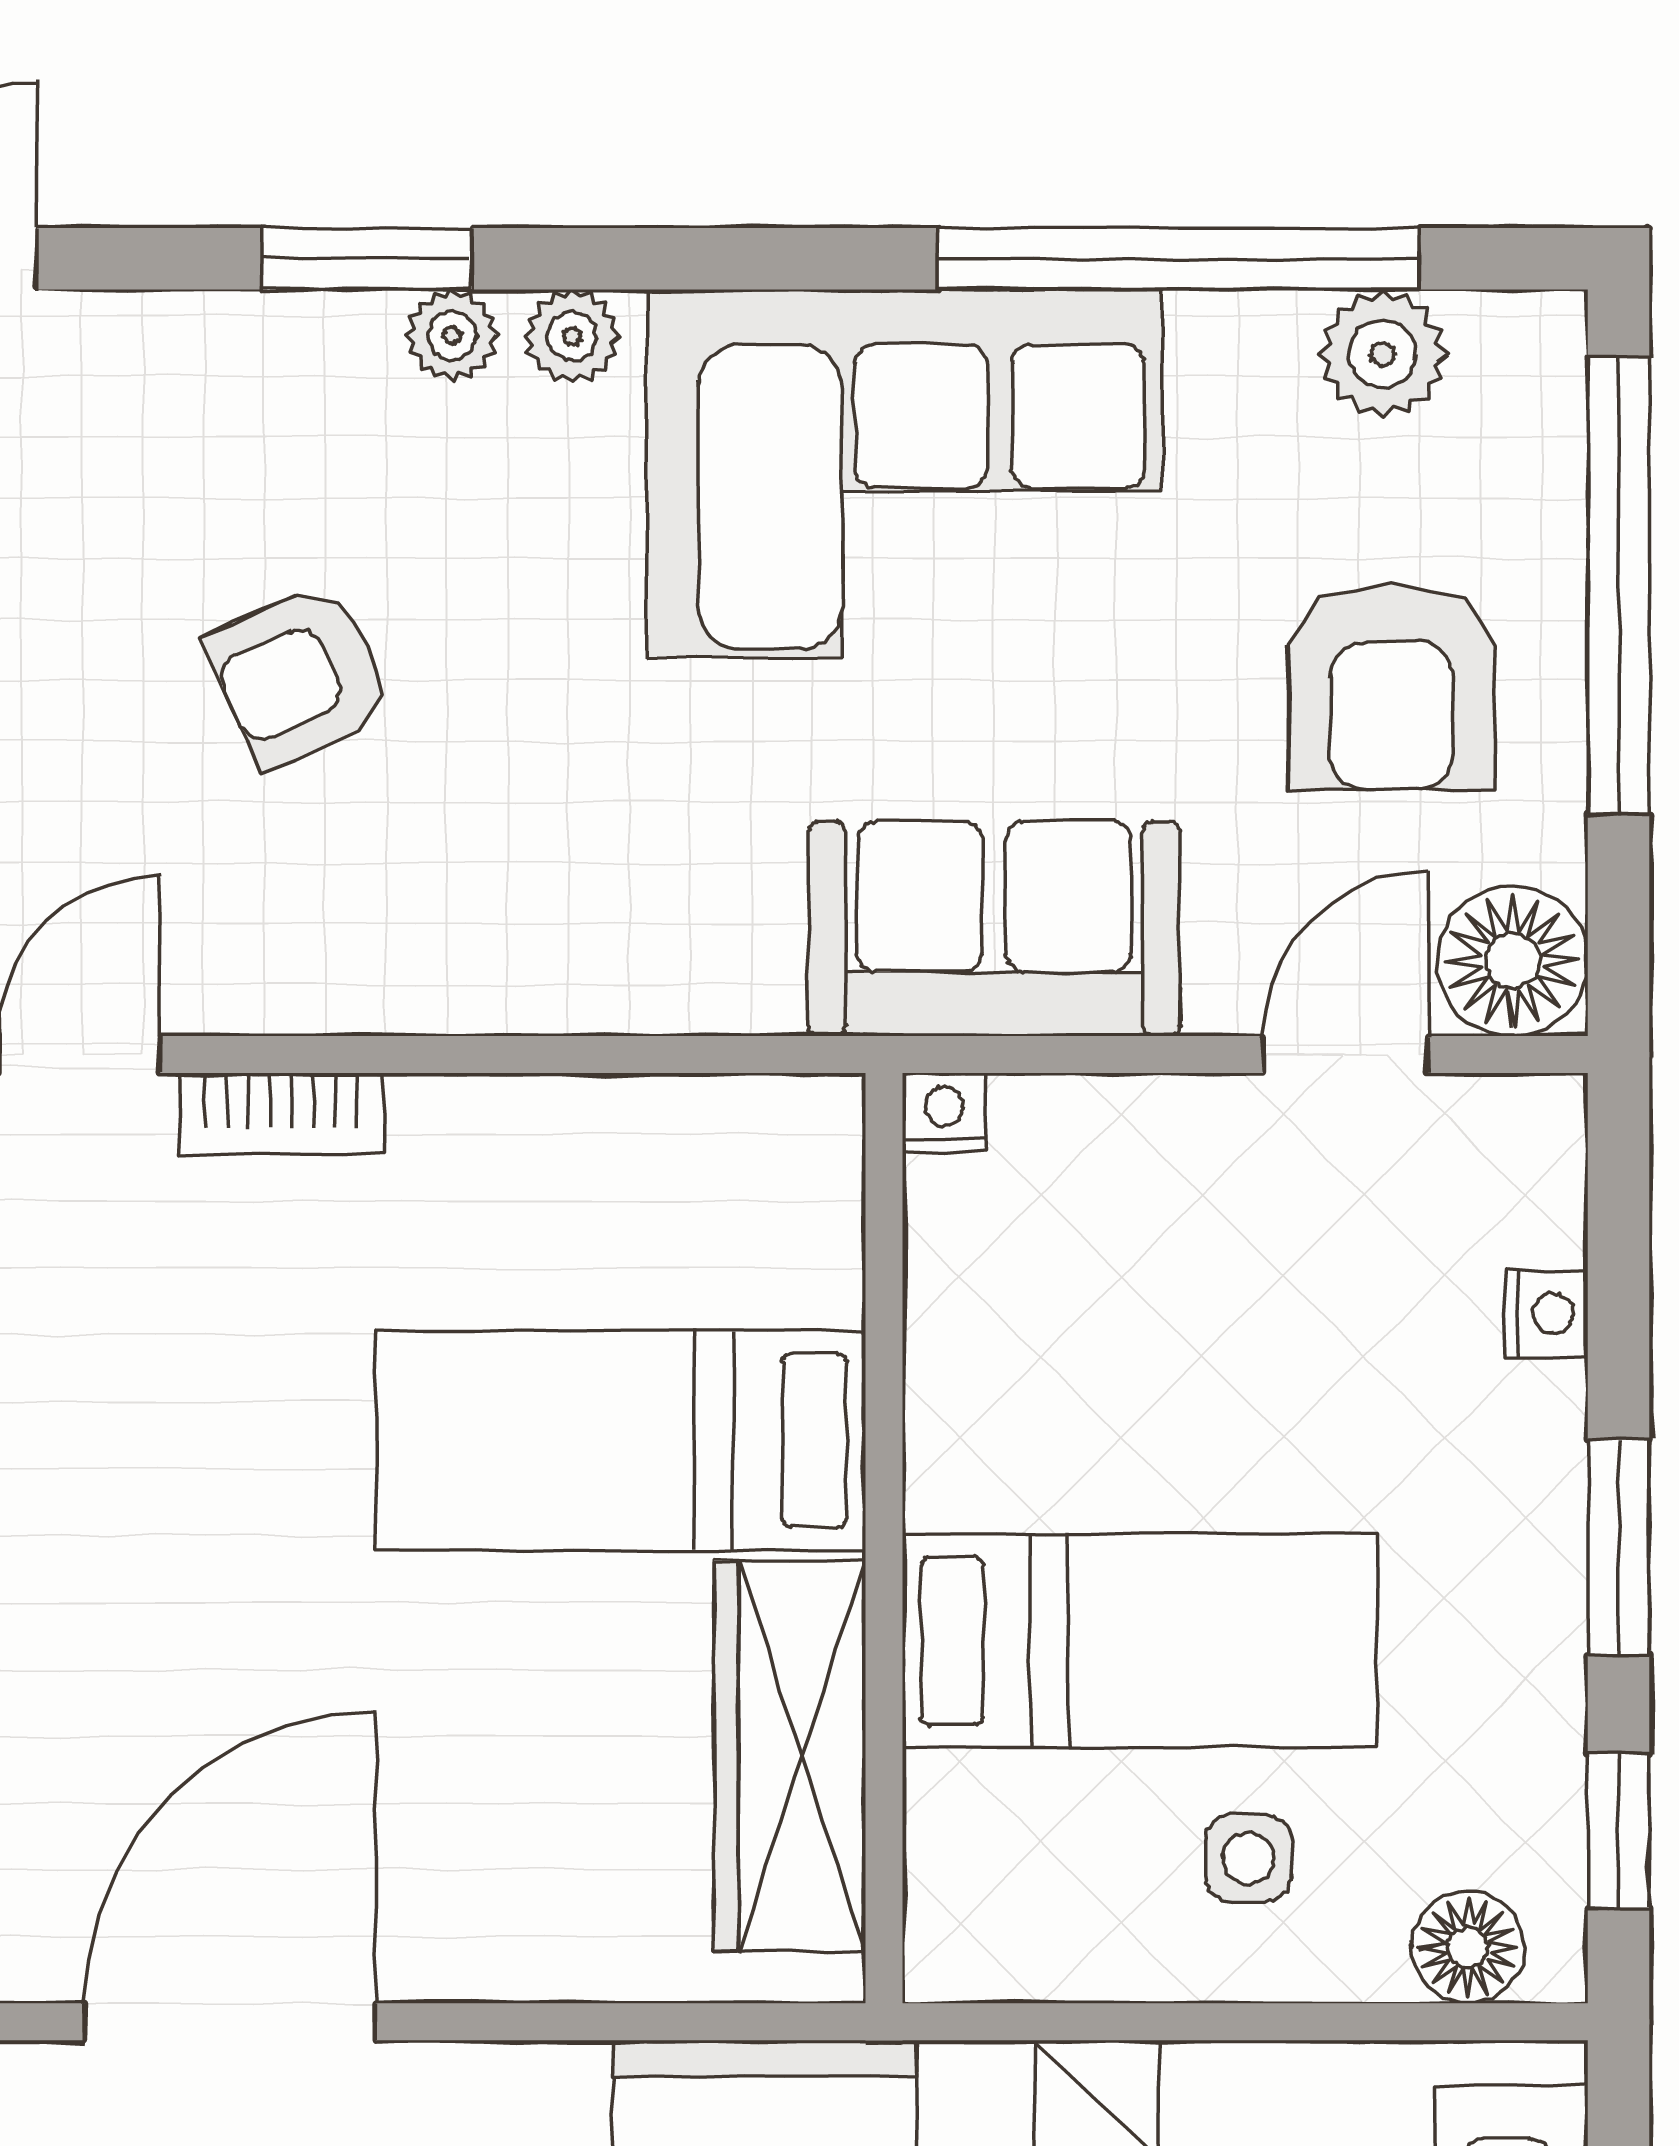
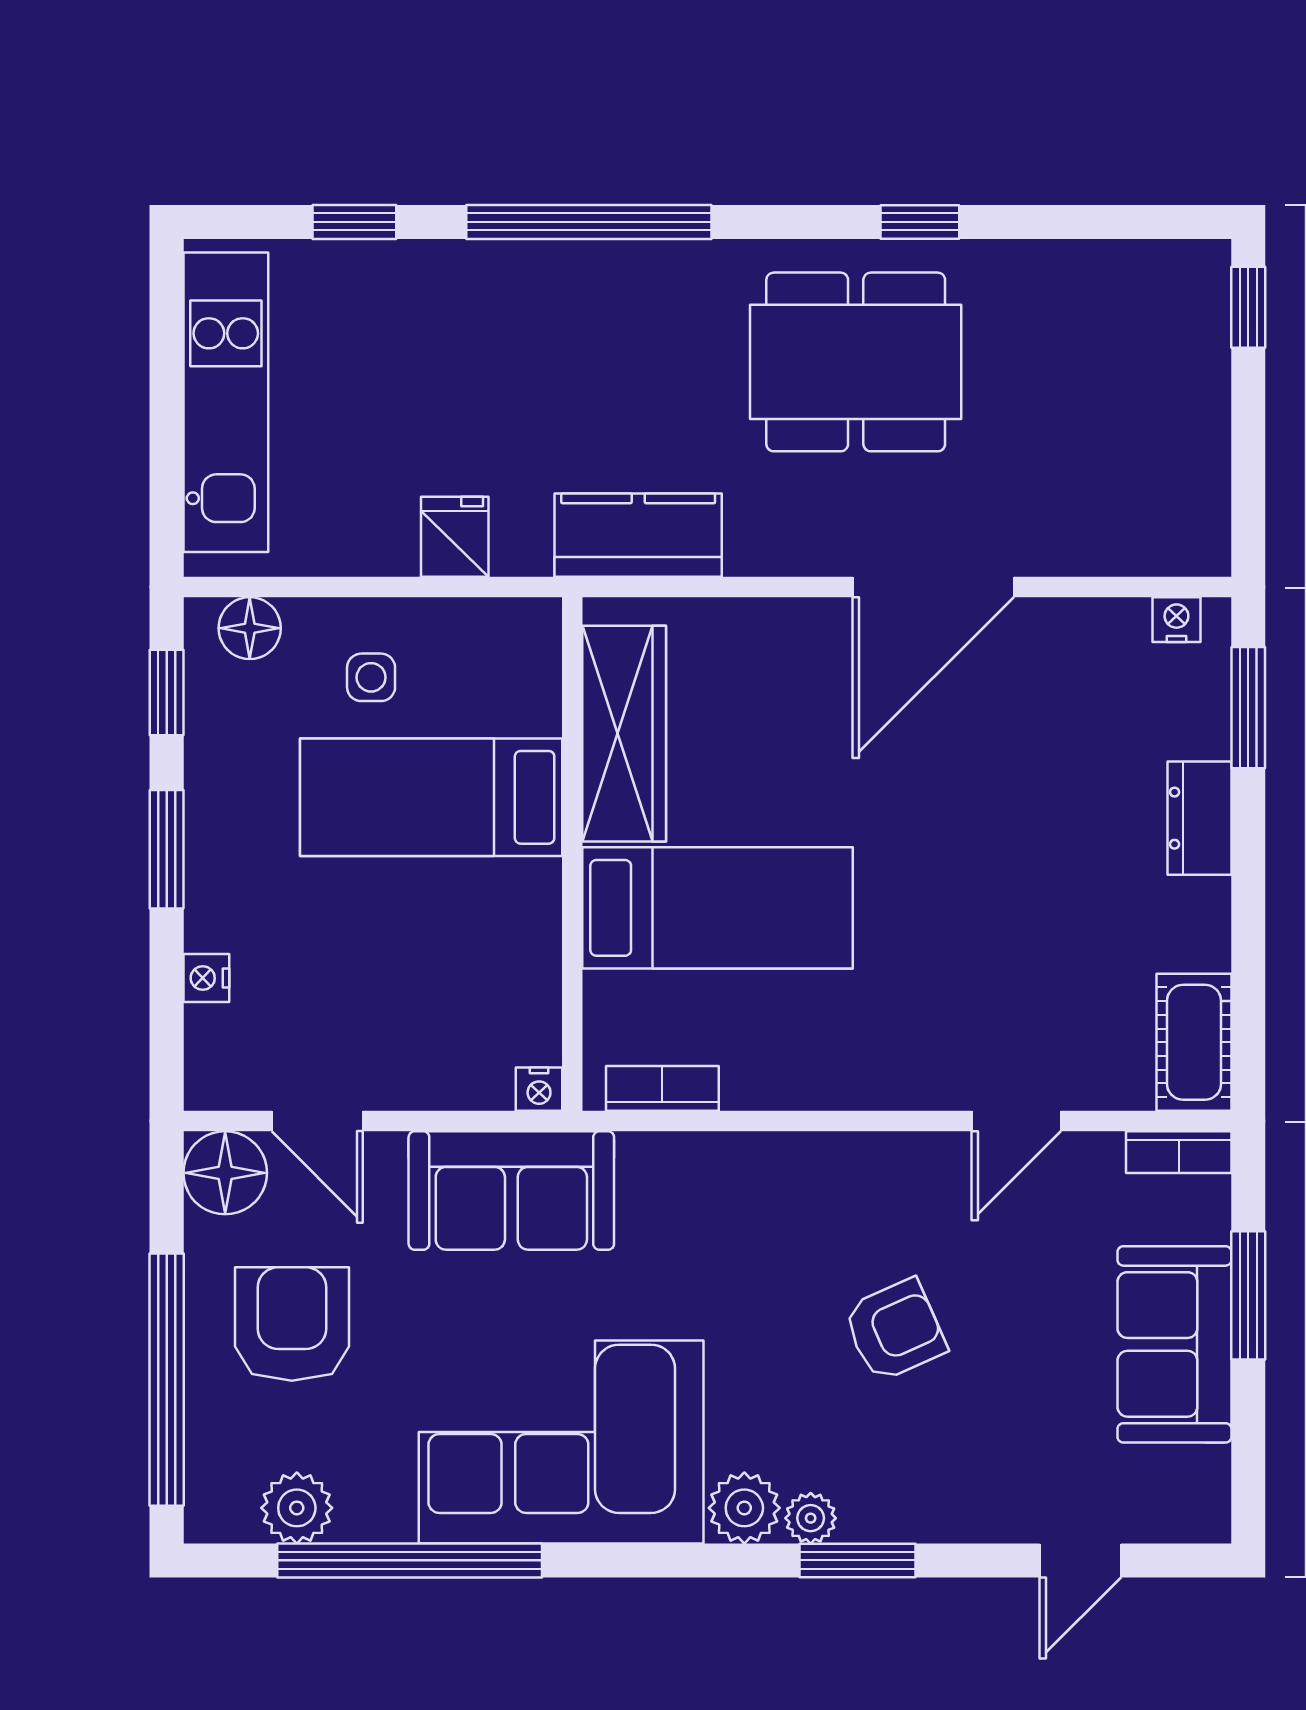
plant: (572, 336) -> (744, 1508), width x1.38, depth x1.38
door: (1346, 1055) -> (317, 1121), hinge flipped
bookcase: (281, 1114) -> (662, 1088), moved

